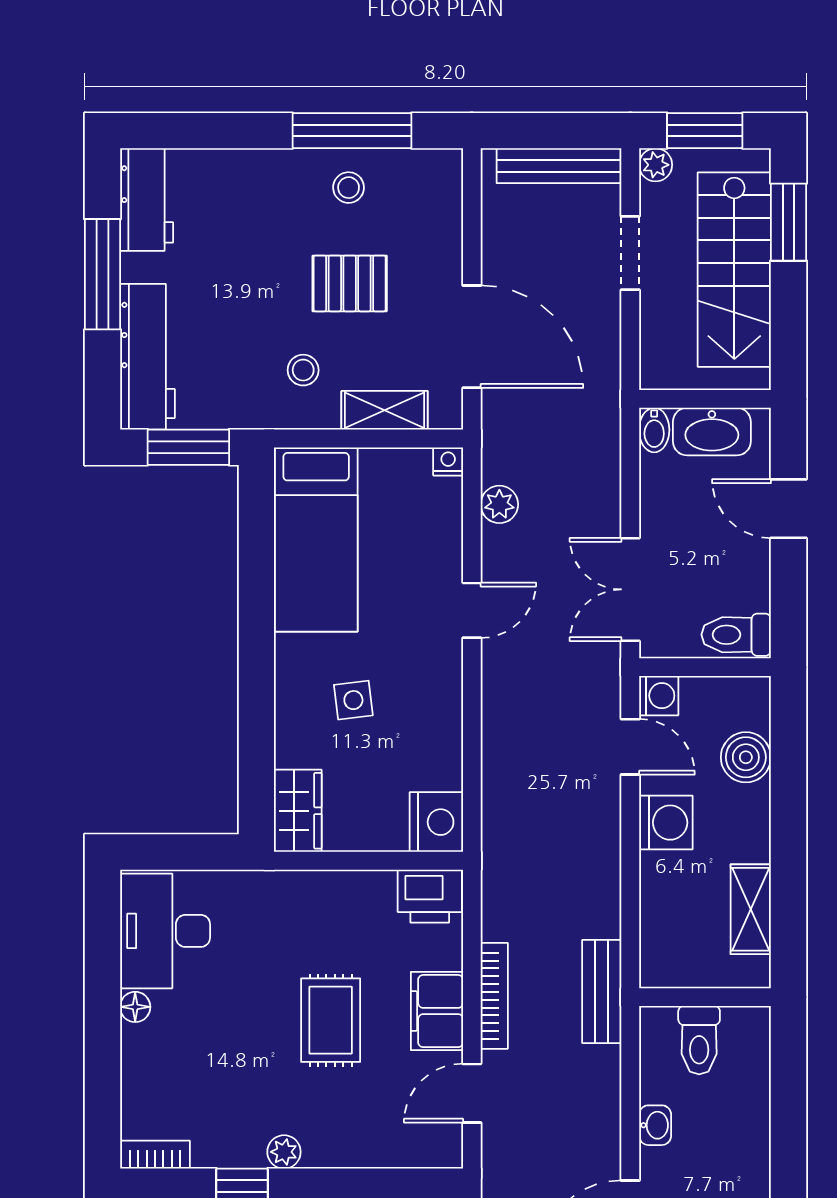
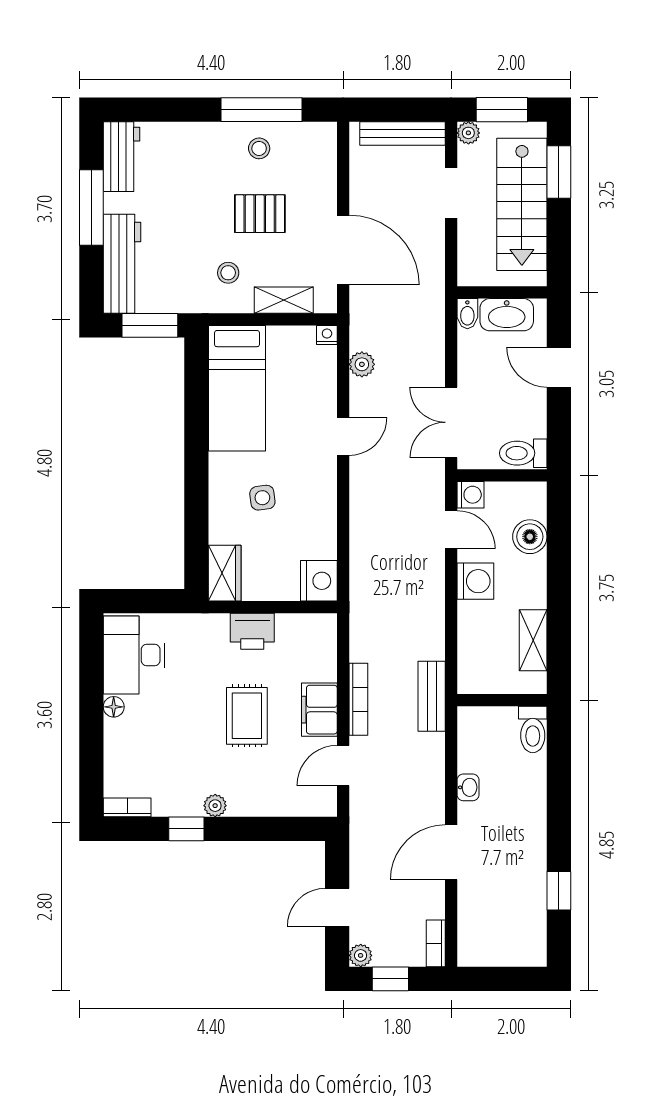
printer: (430, 896) -> (252, 631), moved
toilet: (699, 1040) -> (533, 729), moved

